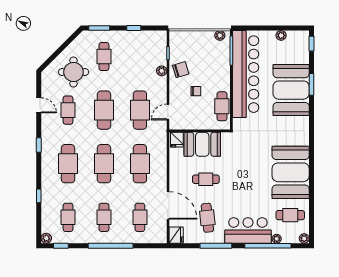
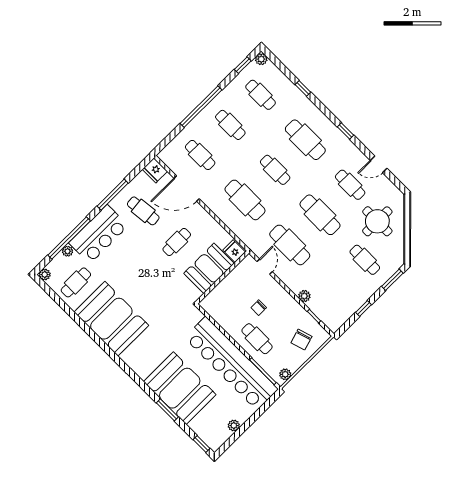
chair: (181, 70) -> (301, 340), moved
cafe table: (222, 106) -> (257, 339), moved
cafe table: (104, 164) -> (275, 170), width x0.73, depth x0.74

